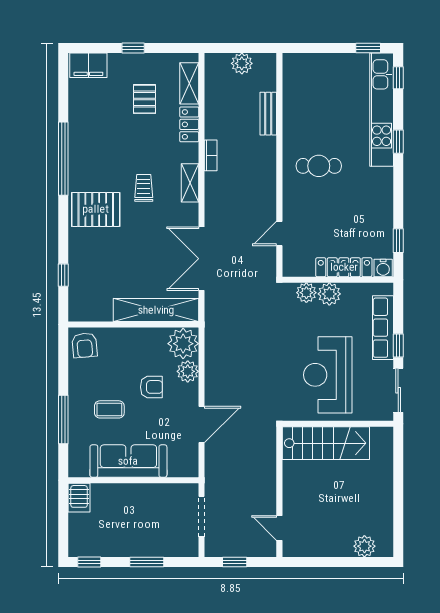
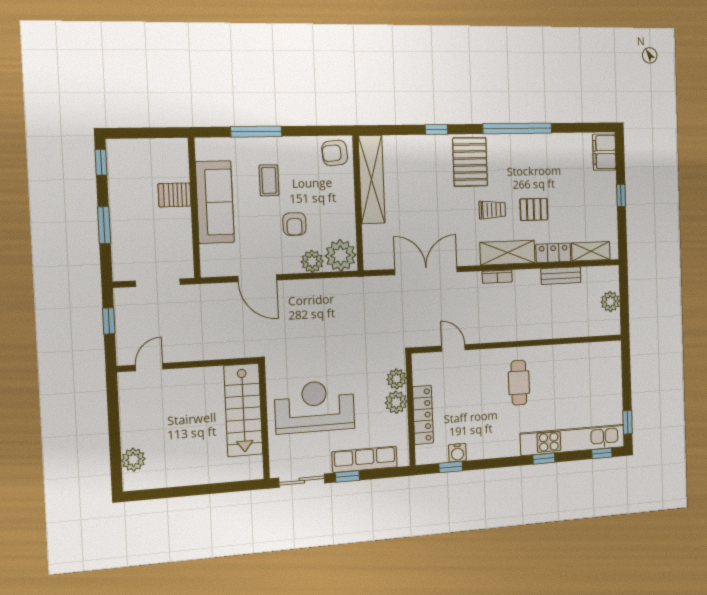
pallet: (145, 99) -> (534, 209), moved
bench: (268, 114) -> (561, 276), moved
bookcase: (211, 155) -> (497, 277), moved
shelving: (190, 183) -> (508, 253), width x1.50, depth x1.33
water cooler: (383, 268) -> (457, 453), moved, turned -90
window: (63, 275) -> (436, 129), moved
shelving: (156, 310) -> (372, 179), moved
server rack: (79, 498) -> (175, 195), moved

